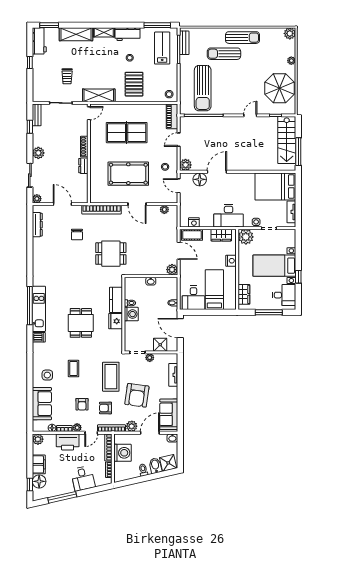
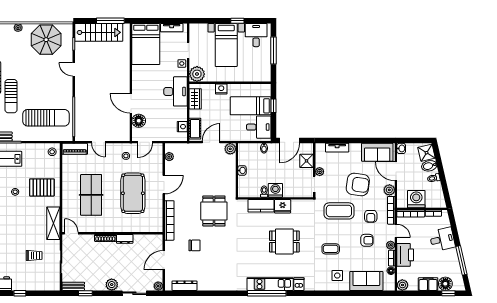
plant: (186, 165) -> (124, 135), removed
wardrobe: (244, 294) -> (255, 76), removed
window: (215, 312) -> (273, 106), added

